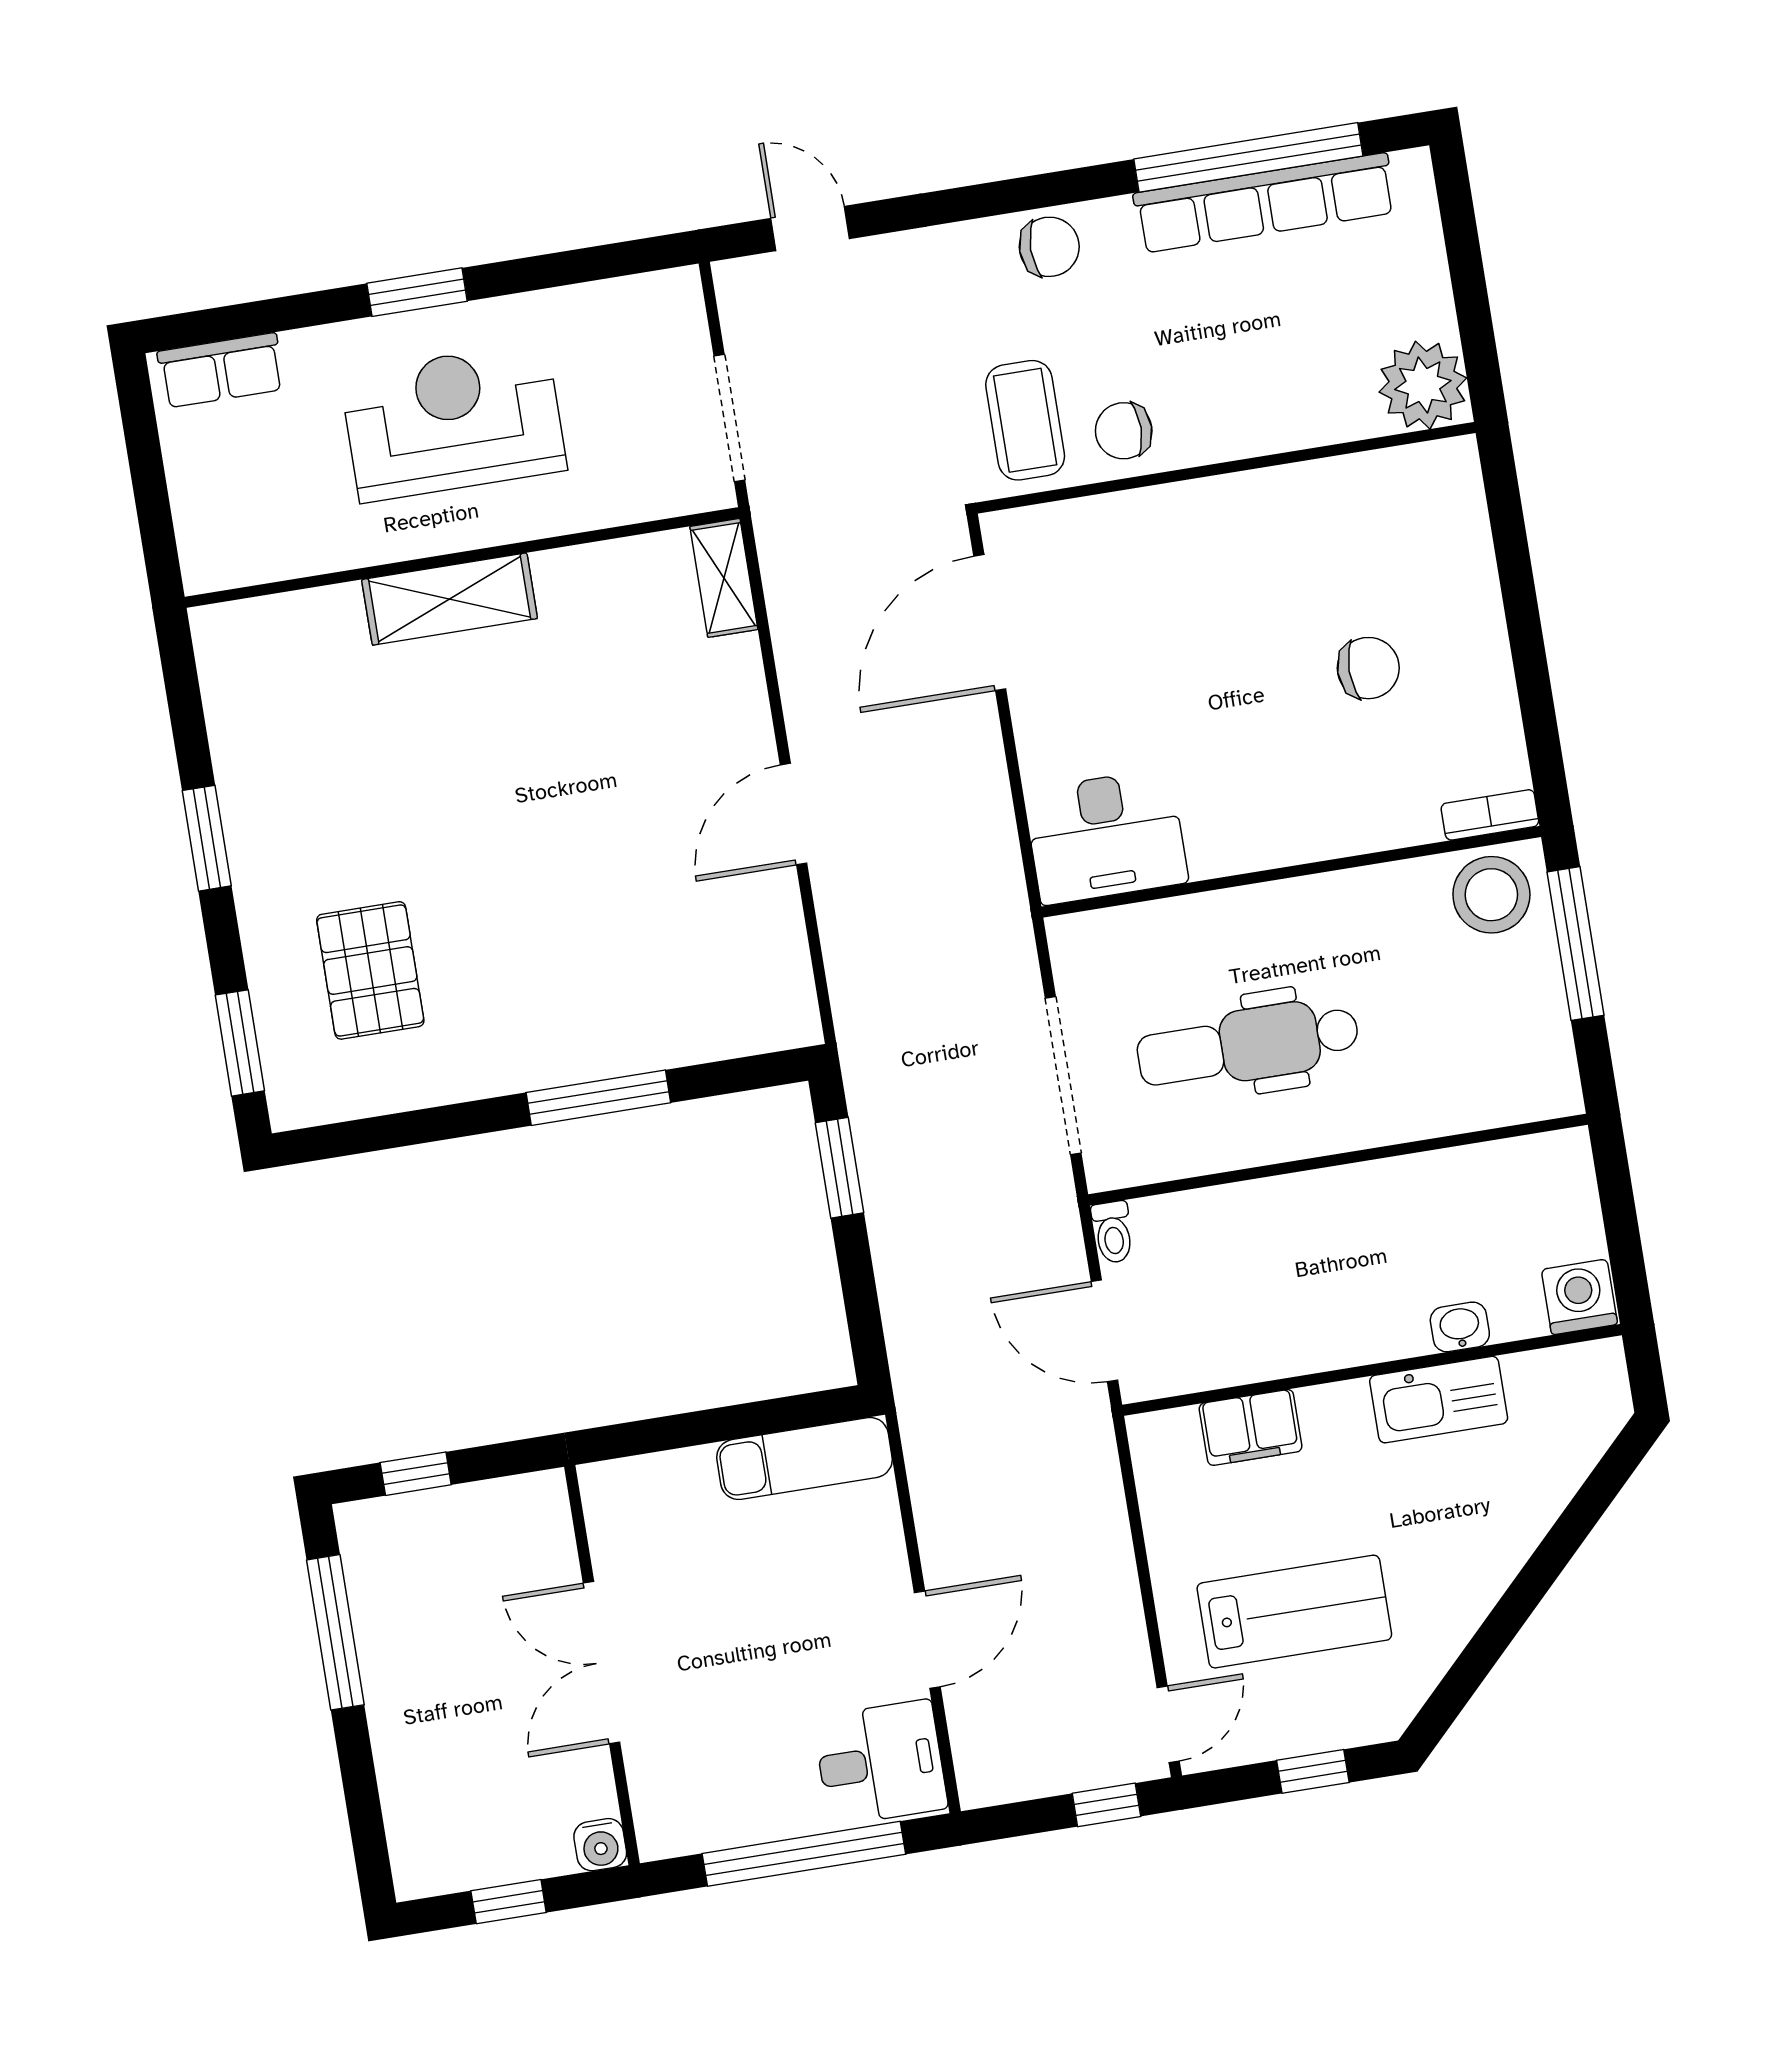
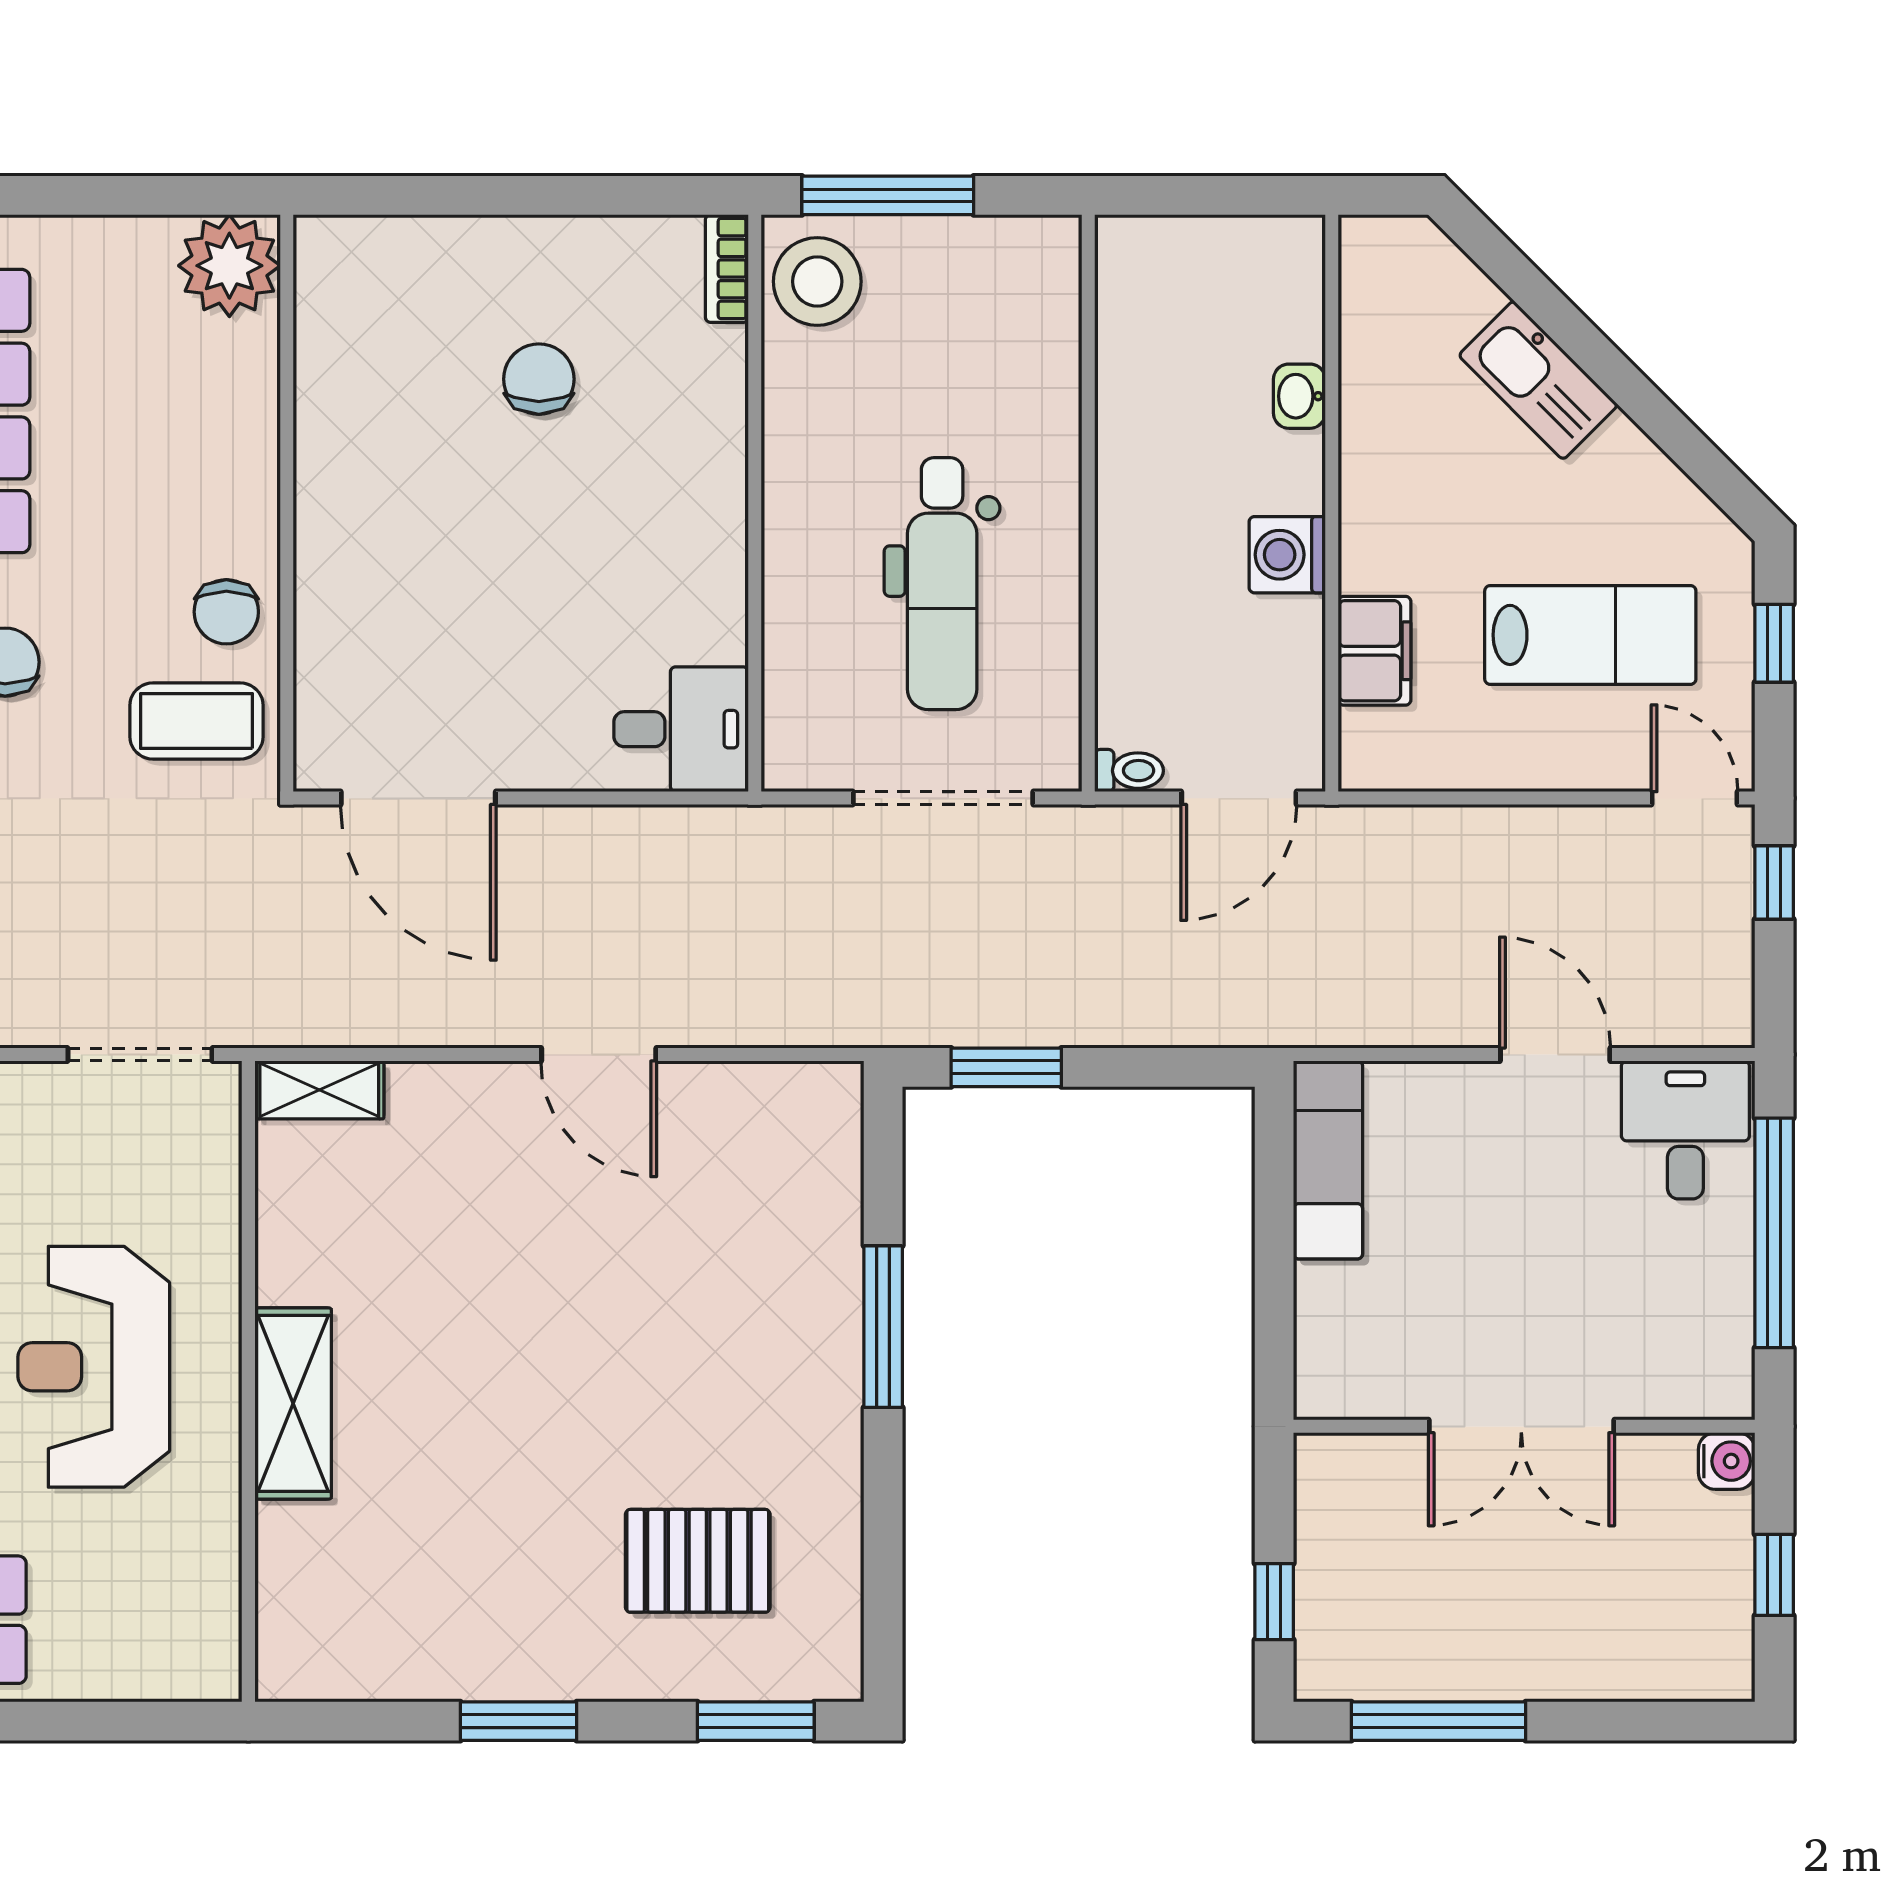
desk: (1106, 837) -> (681, 729), width x0.73
washing machine: (1579, 1297) -> (1287, 555), moved
kitchen sink: (1439, 1400) -> (1538, 380), moved, turned 135
lab bench: (1294, 1612) -> (1590, 635), turned 90

